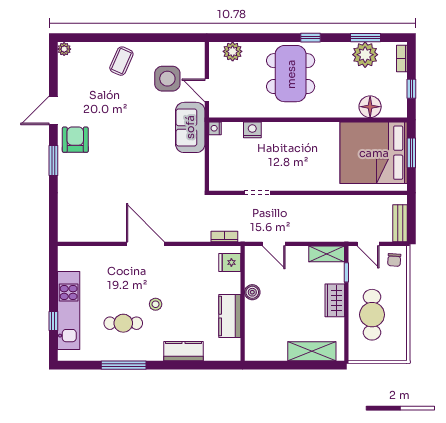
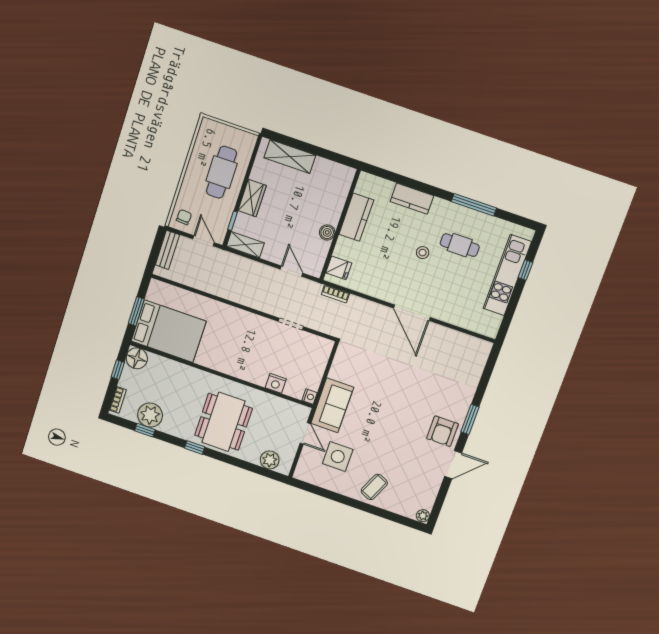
window: (365, 38) -> (145, 430), width x0.67
floor lamp: (370, 107) -> (137, 358), moved
bed: (374, 153) -> (169, 331), width x0.73

